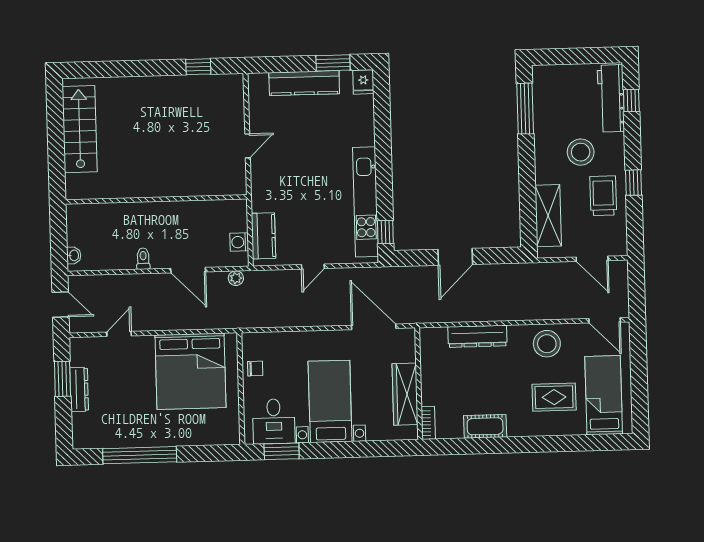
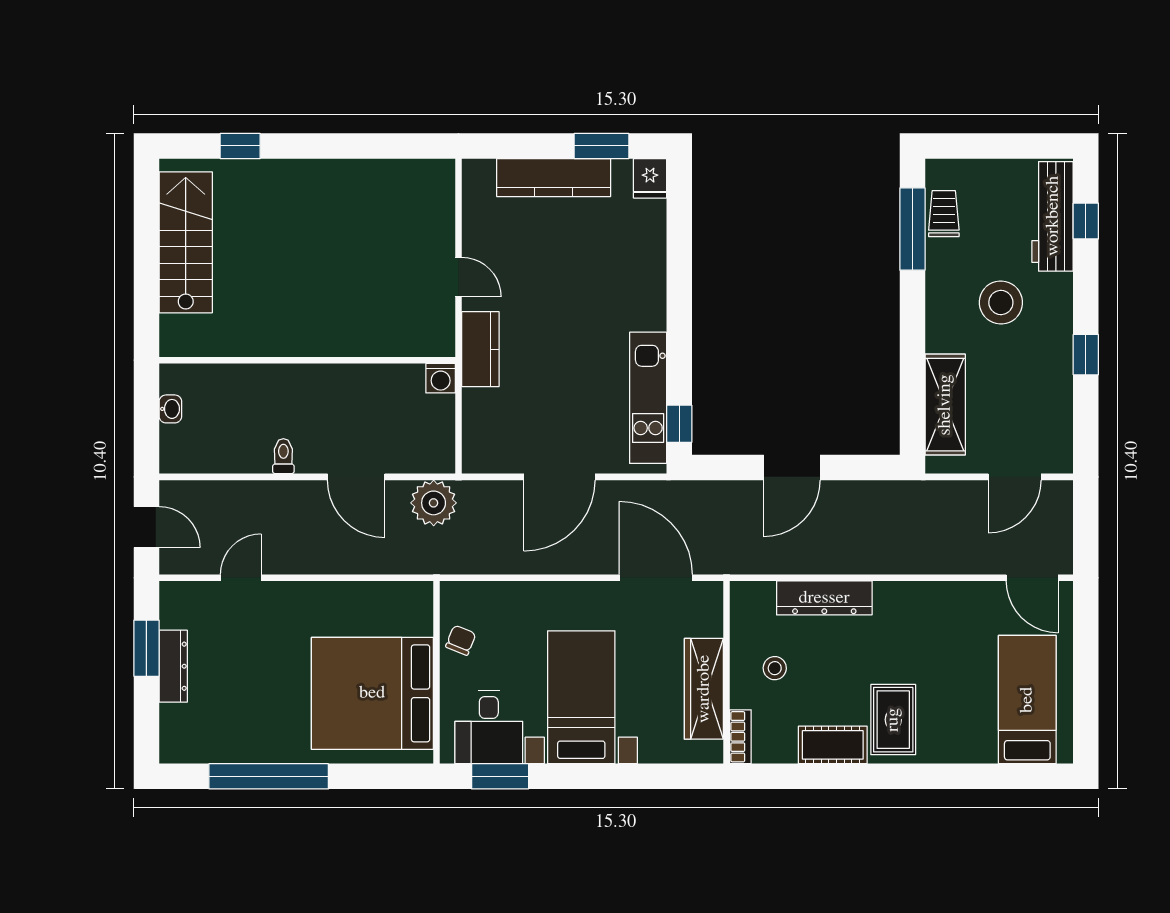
window: (198, 67) -> (240, 146), moved
door: (248, 146) -> (459, 277), hinge flipped
trolley: (603, 196) -> (944, 214), moved, width x0.73, depth x0.72
kitchen unit: (365, 202) -> (648, 398), width x0.73
kitchen counter: (263, 236) -> (480, 349), moved
washing machine: (239, 242) -> (441, 378), moved, turned -90
washbasin: (74, 255) -> (170, 409), moved
door: (592, 259) -> (1015, 477), hinge flipped
door: (313, 267) -> (560, 477), width x1.87
plant: (236, 278) -> (434, 503), width x1.88, depth x1.88
stool: (547, 344) -> (775, 668), moved, width x0.53, depth x0.53
chair: (255, 369) -> (461, 640), turned -68
bed: (191, 371) -> (372, 693), moved, turned 90
rug: (554, 397) -> (893, 720), moved, turned 90

